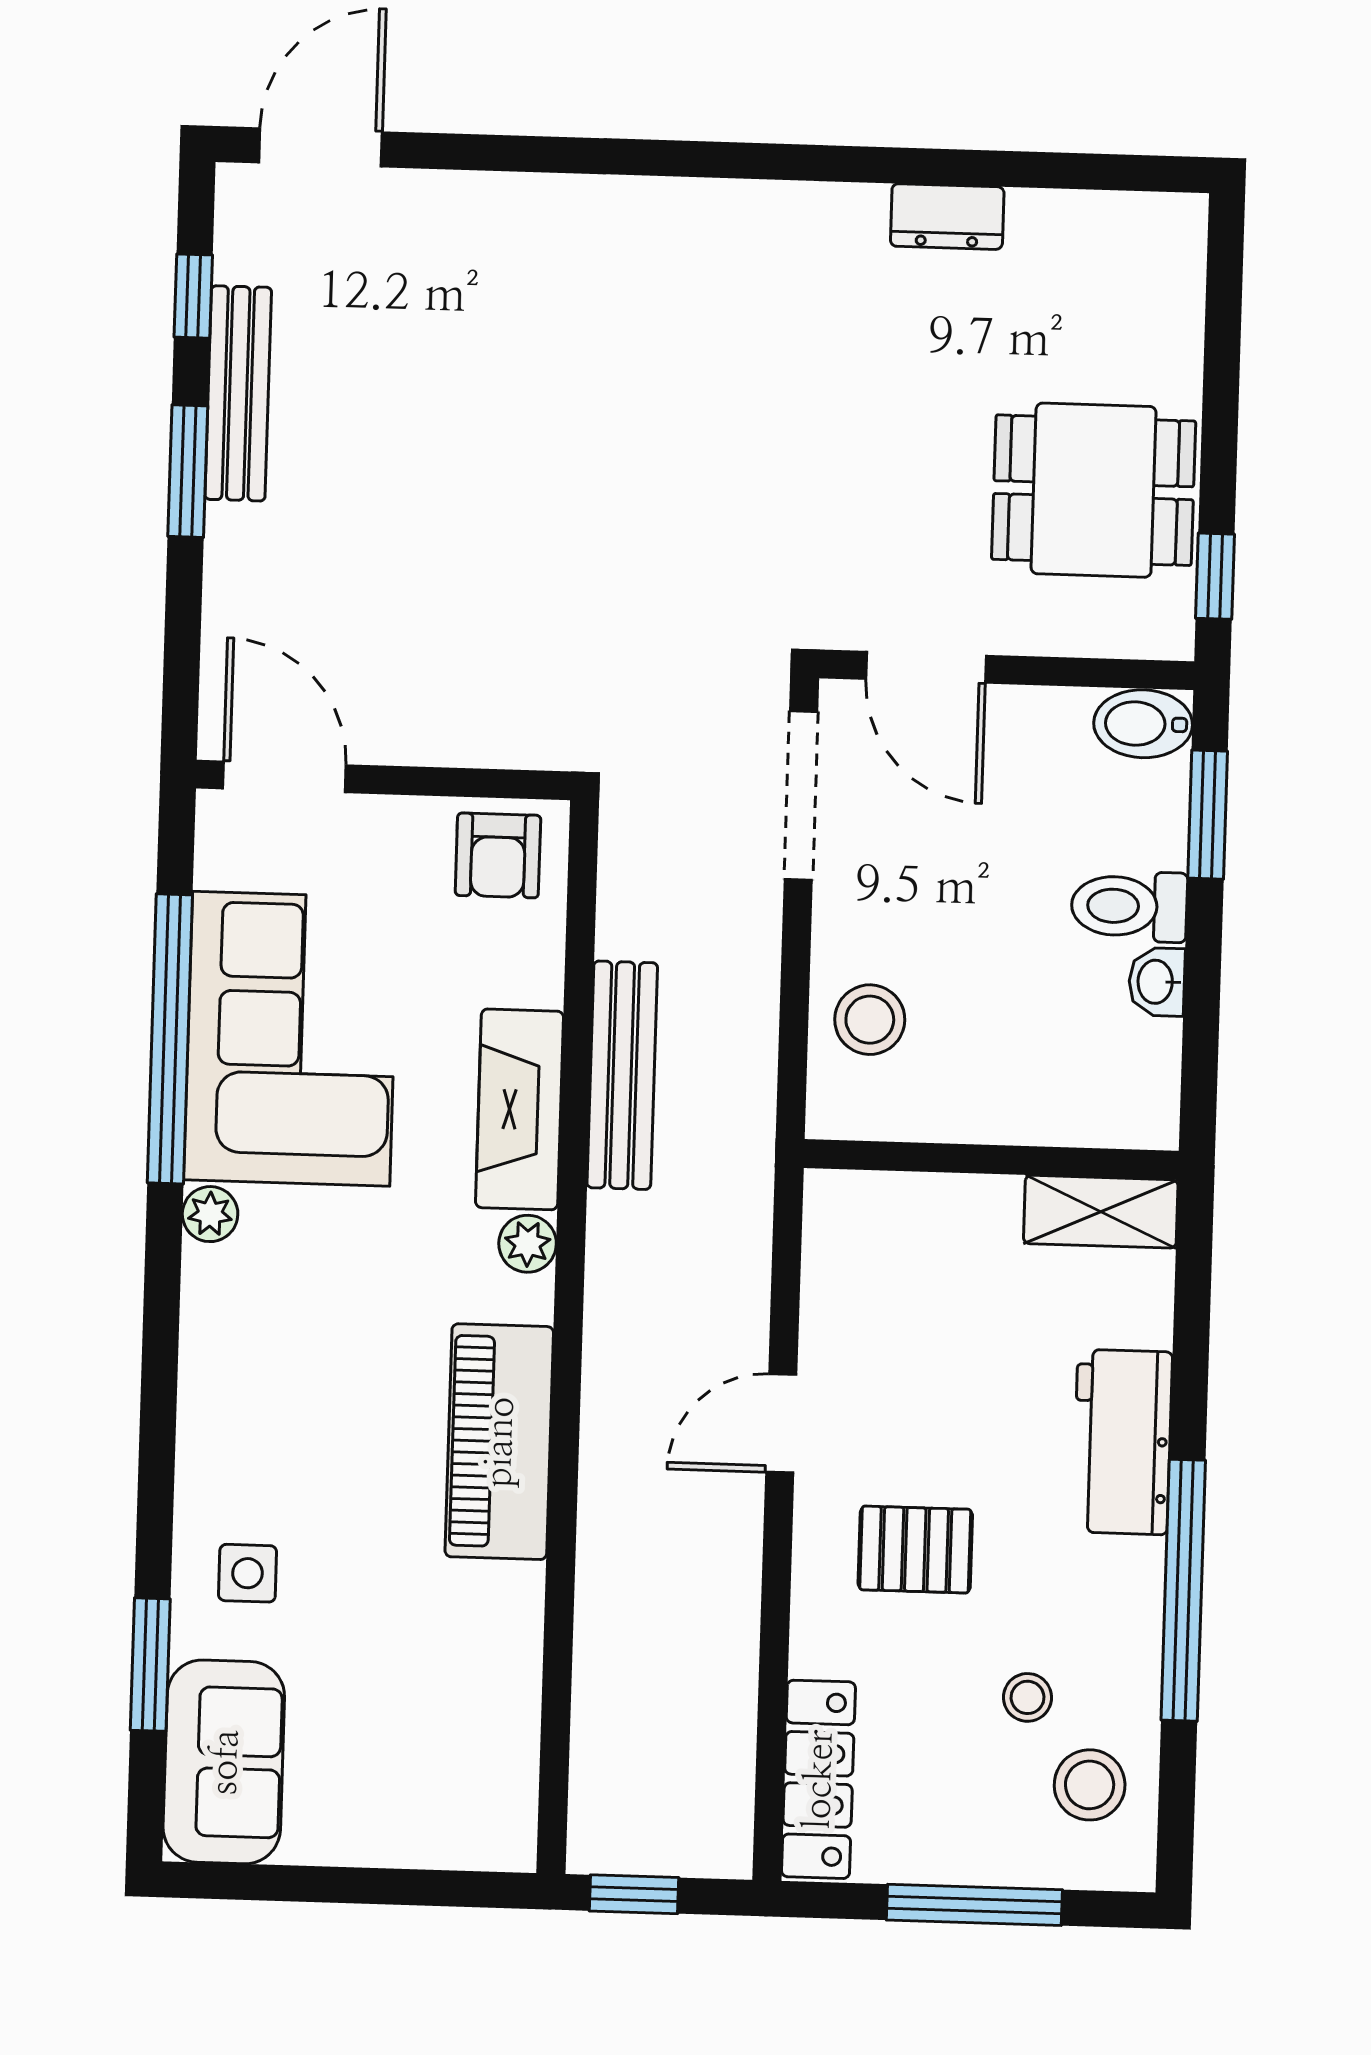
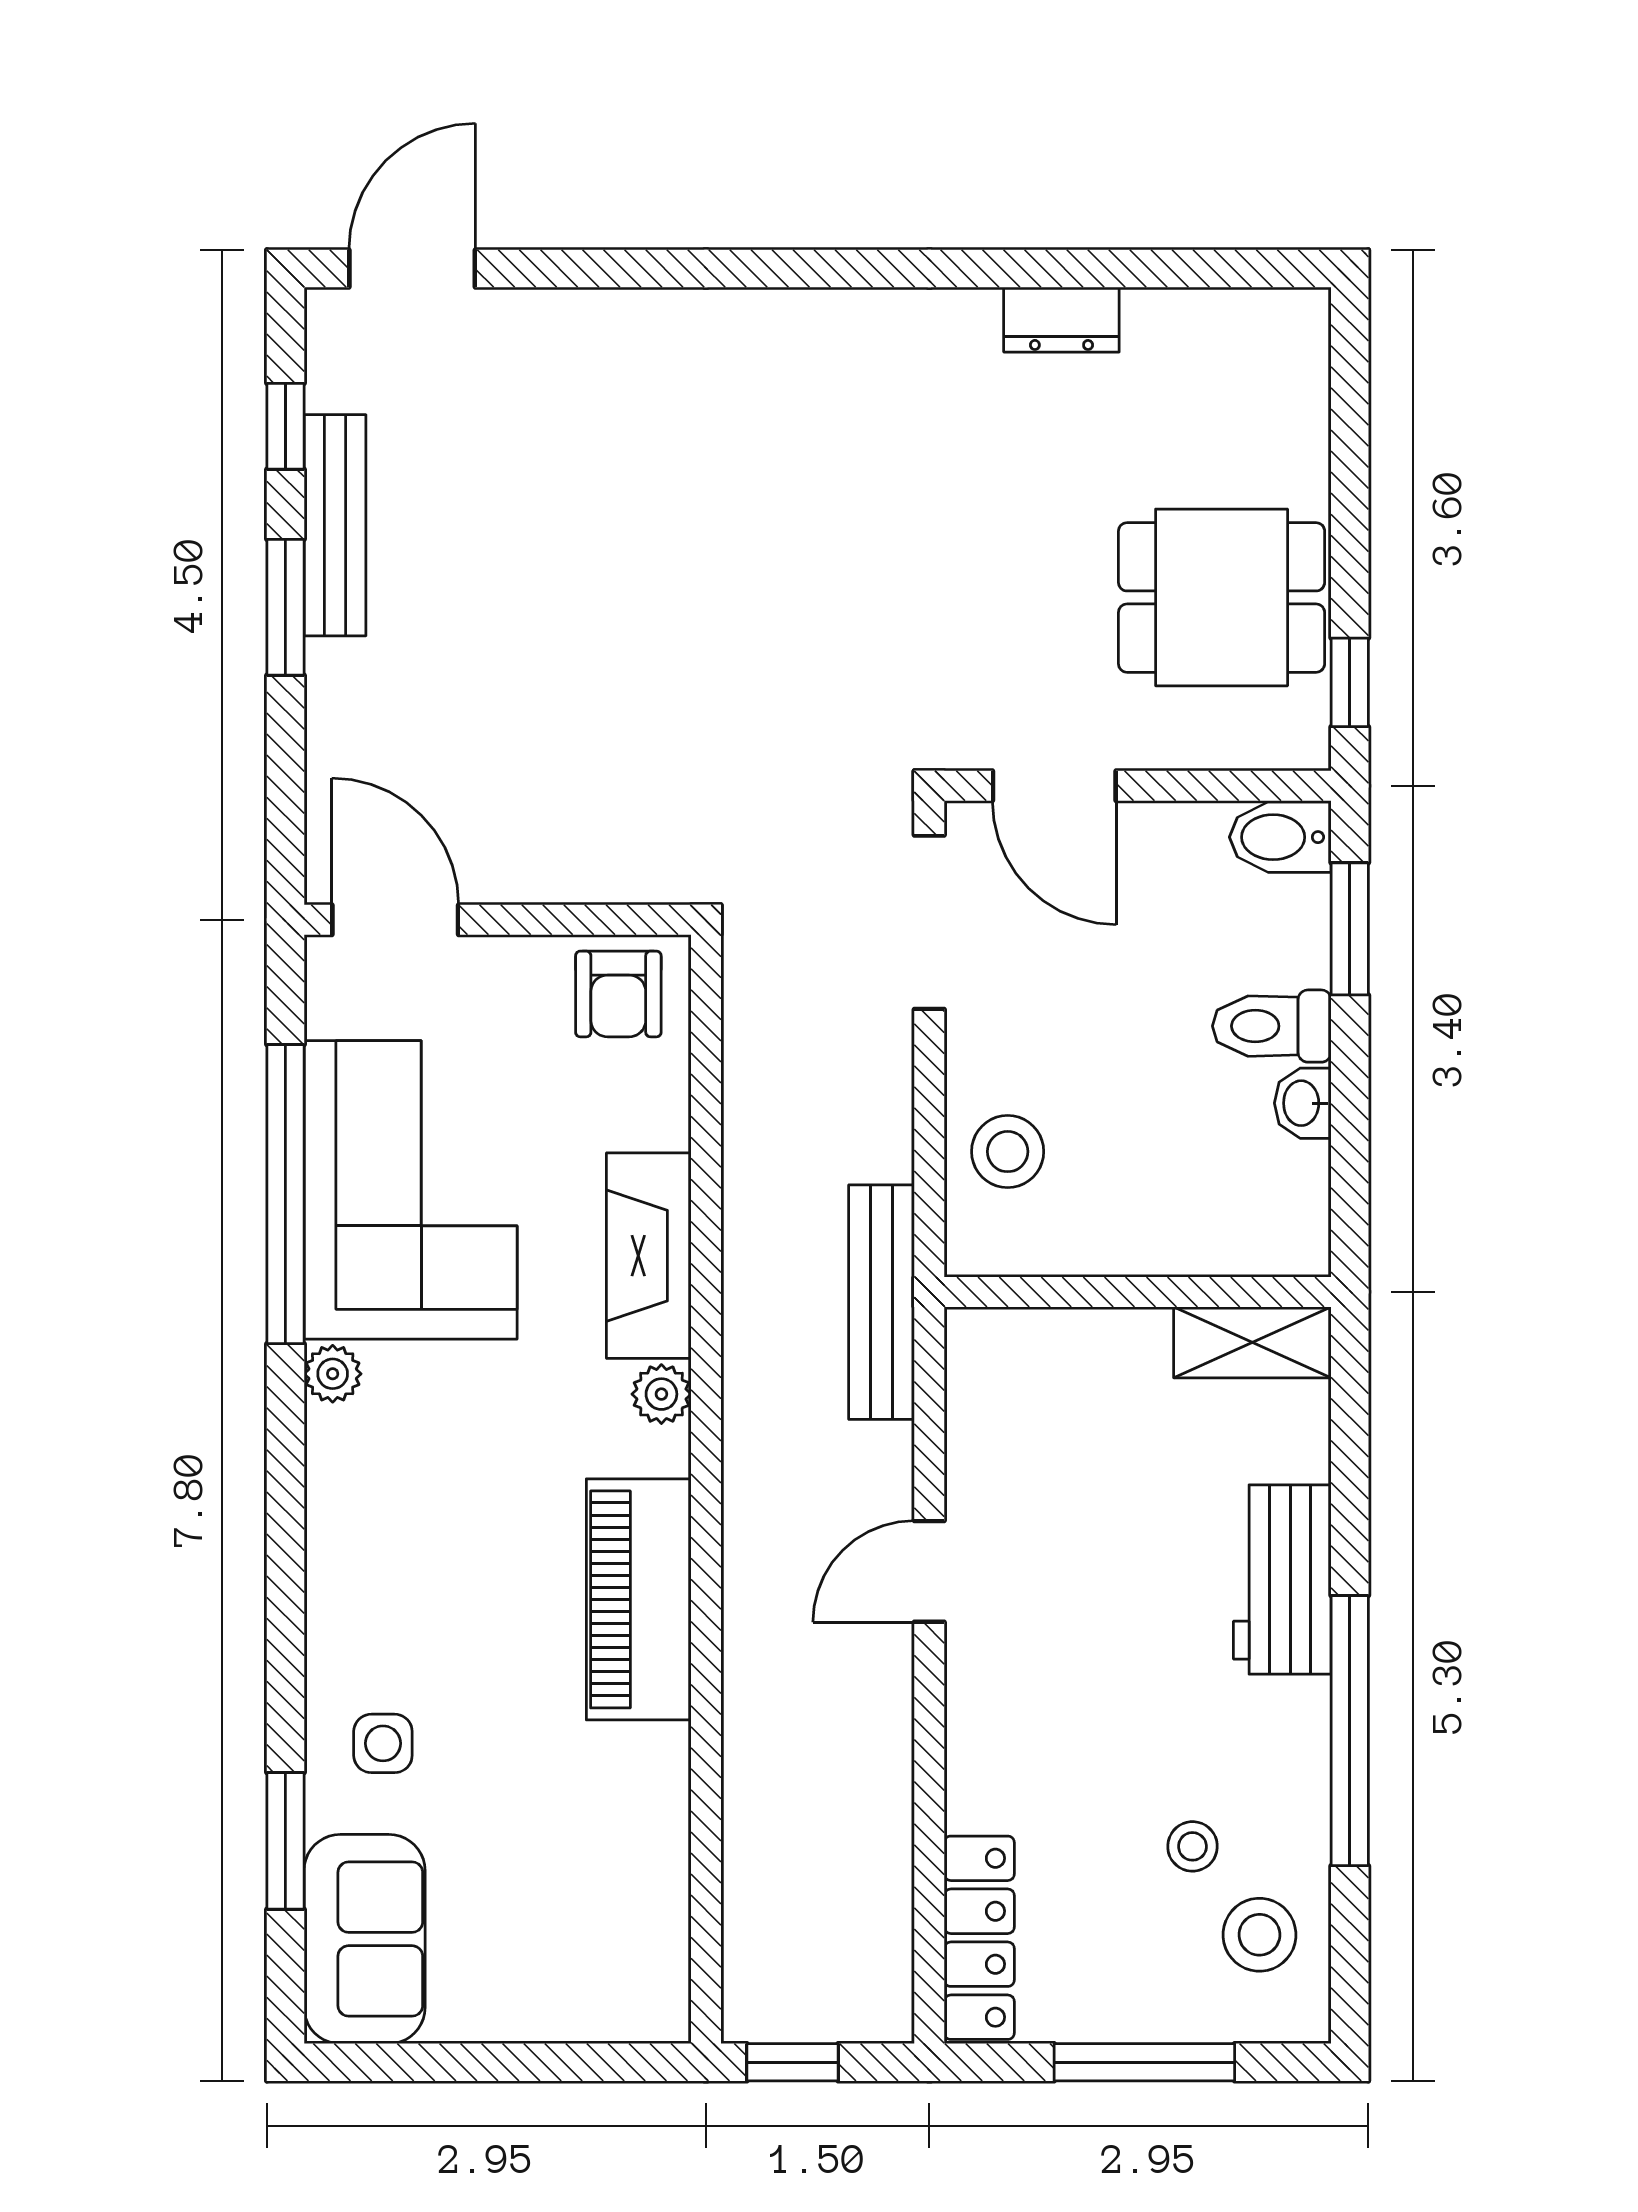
bench: (622, 1075) -> (882, 1302), moved
pallet: (915, 1550) -> (1072, 1697), removed

